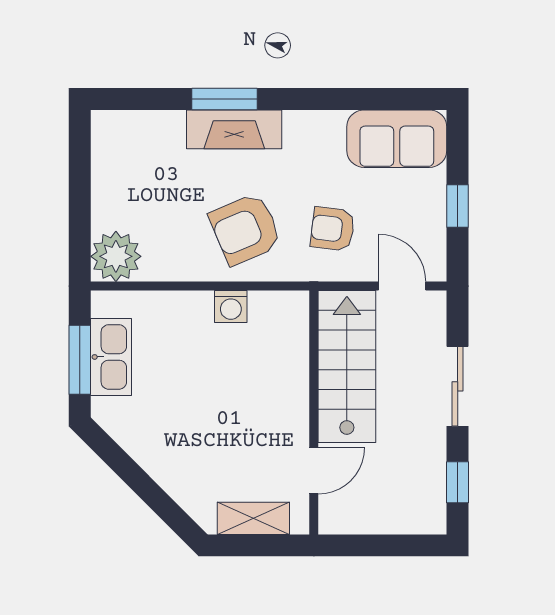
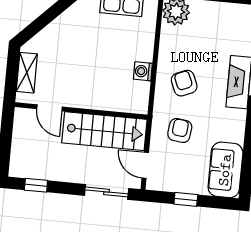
armchair: (245, 229) -> (184, 83), width x0.72, depth x0.72
door: (402, 286) -> (145, 165), swing flipped
sliding door: (458, 386) -> (107, 192), moved

